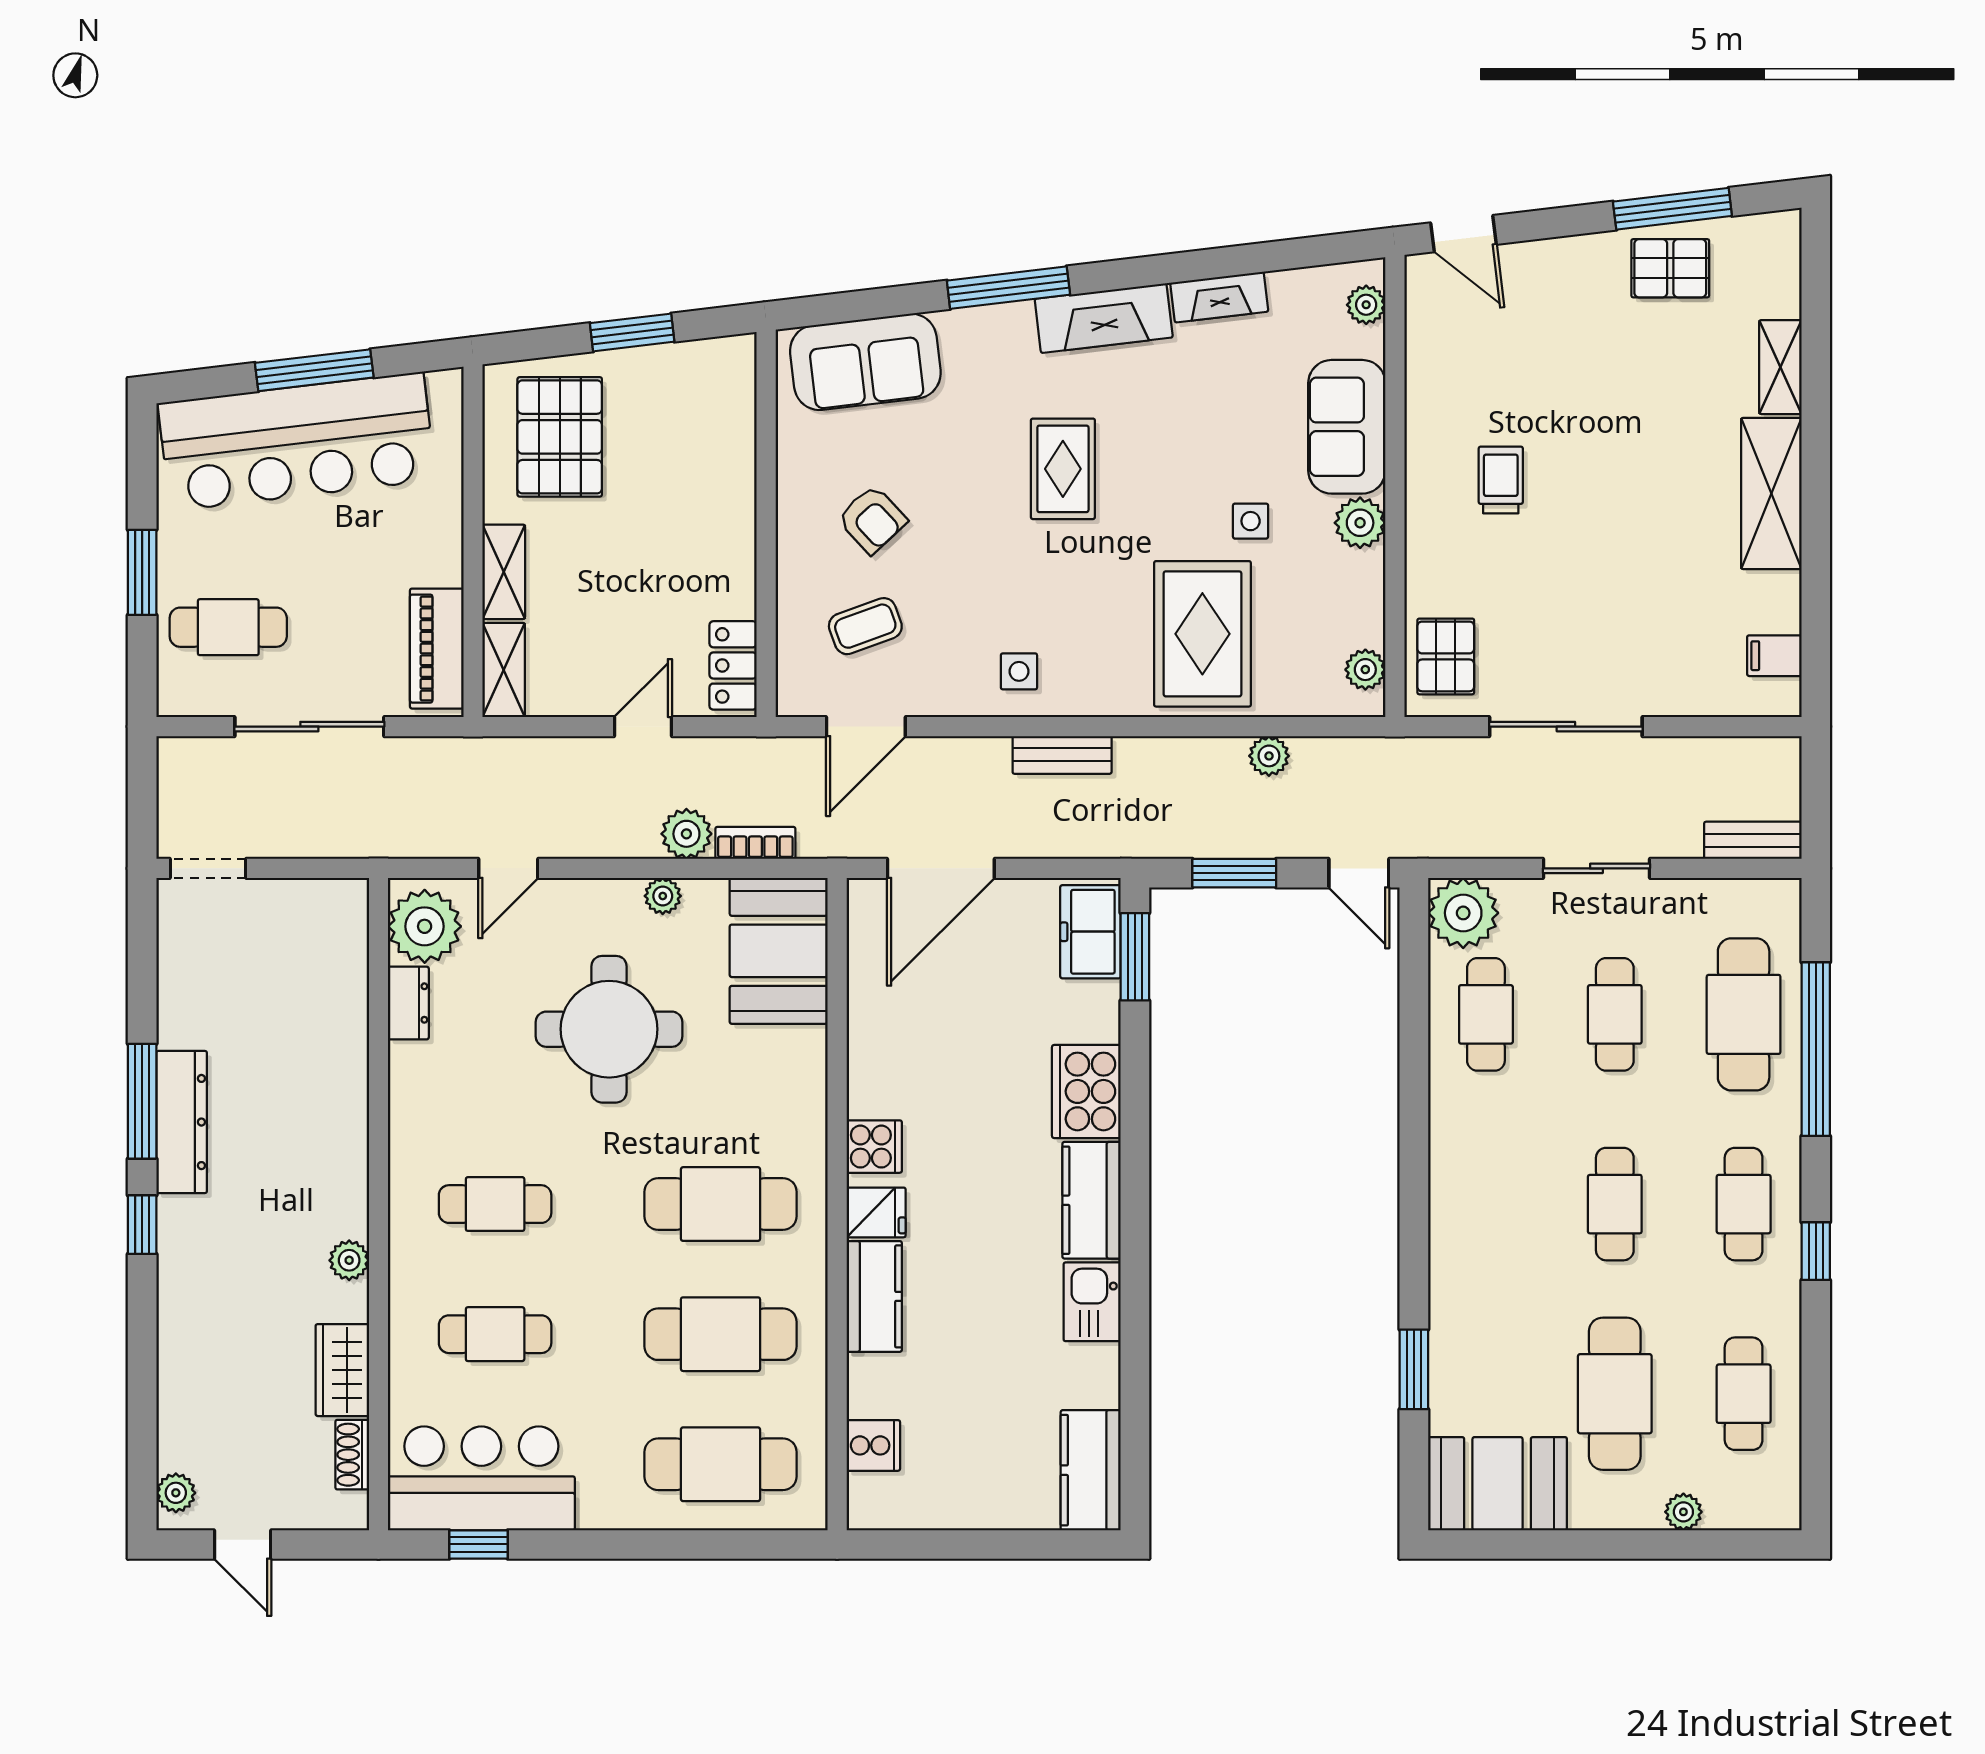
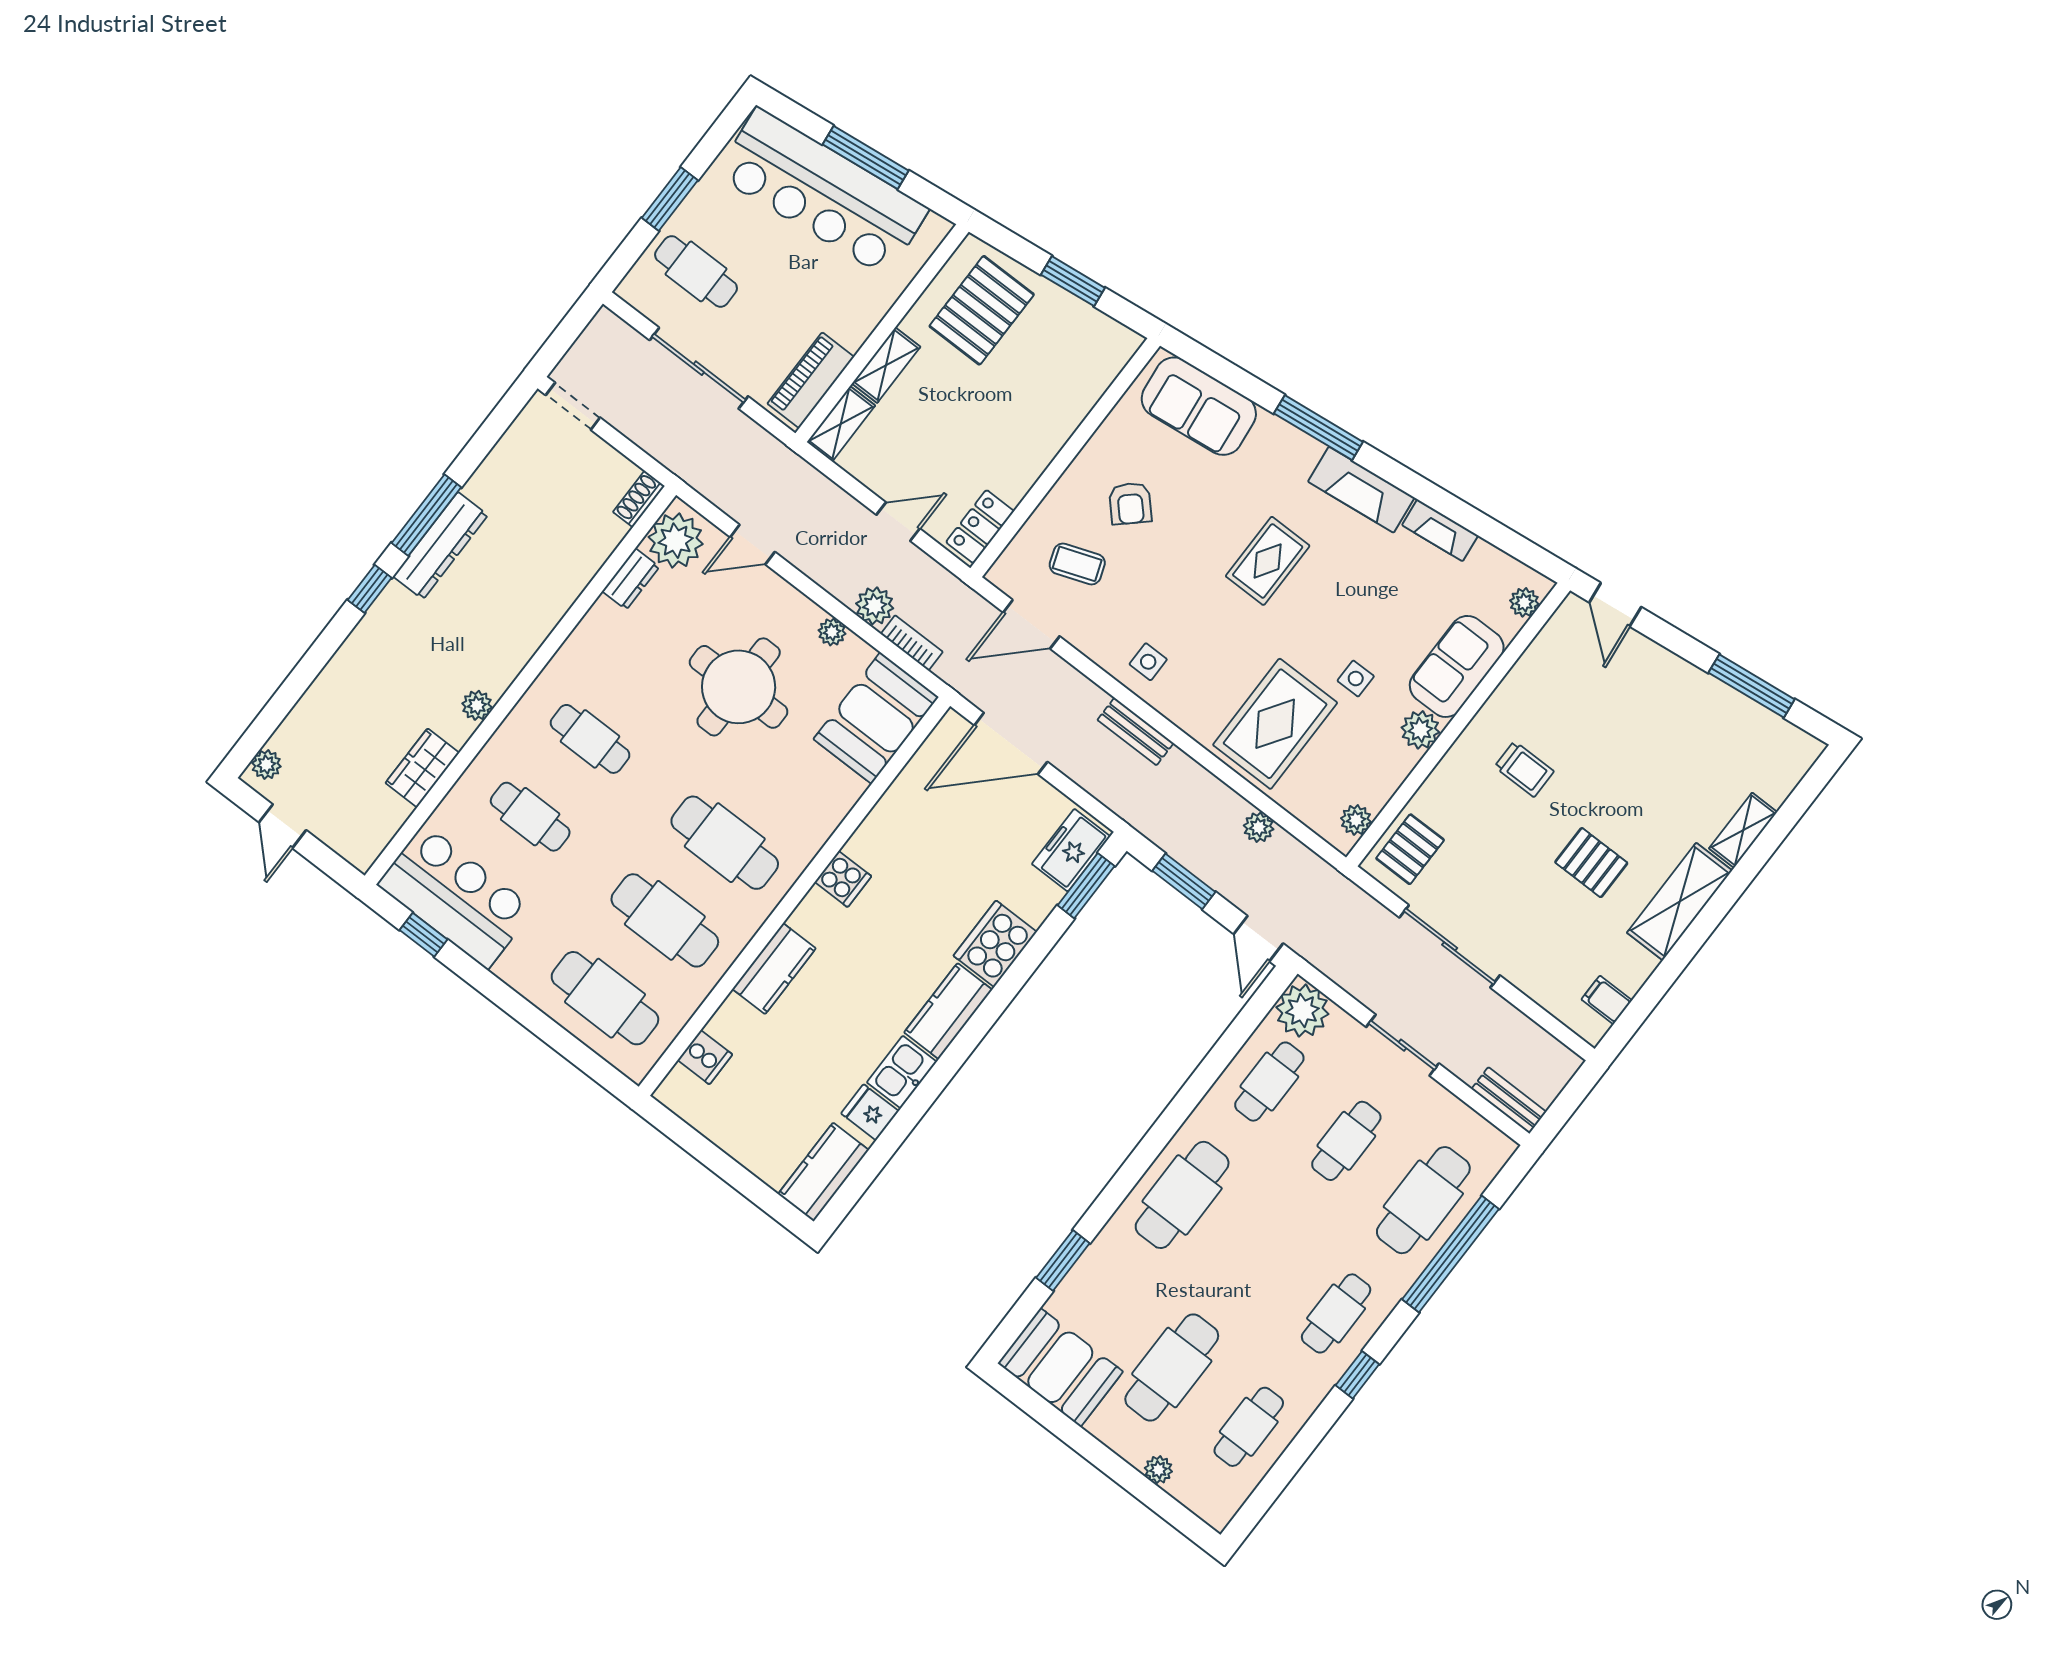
pallet: (1670, 268) -> (1591, 863), moved
trolley: (1501, 480) -> (1524, 769), turned 90
cafe table: (1615, 1204) -> (1182, 1195), moved, width x1.37, depth x1.35
fridge: (876, 1212) -> (870, 1112), moved, turned 180
shoe rack: (352, 1455) -> (639, 499), moved

